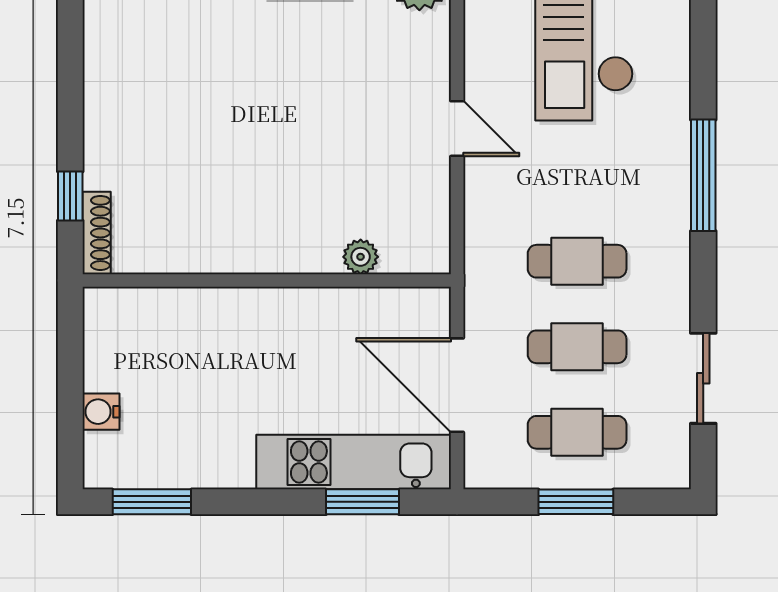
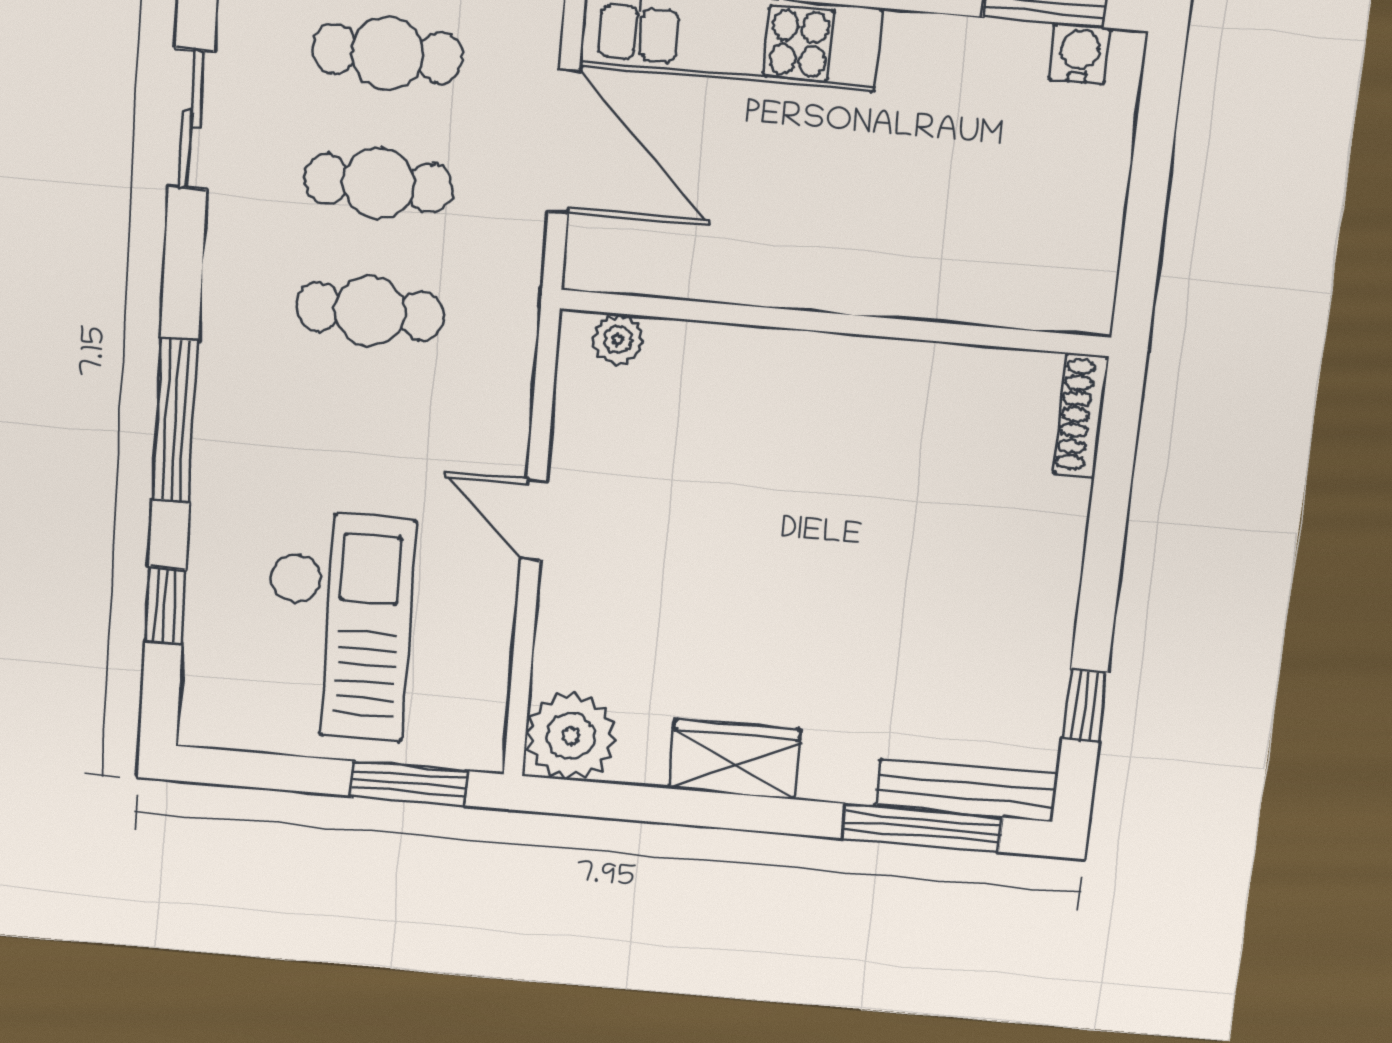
window: (703, 47) -> (165, 605), added
window: (70, 196) -> (1085, 705), moved
plant: (361, 257) -> (618, 339), moved
water cooler: (101, 412) -> (1079, 54), moved, turned -90

